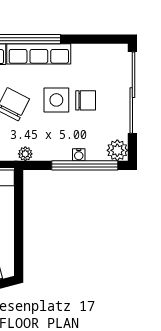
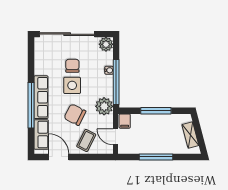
plant: (25, 154) -> (104, 106), width x1.88, depth x1.88
window: (85, 165) -> (116, 82), moved
window: (19, 224) -> (156, 111), added

